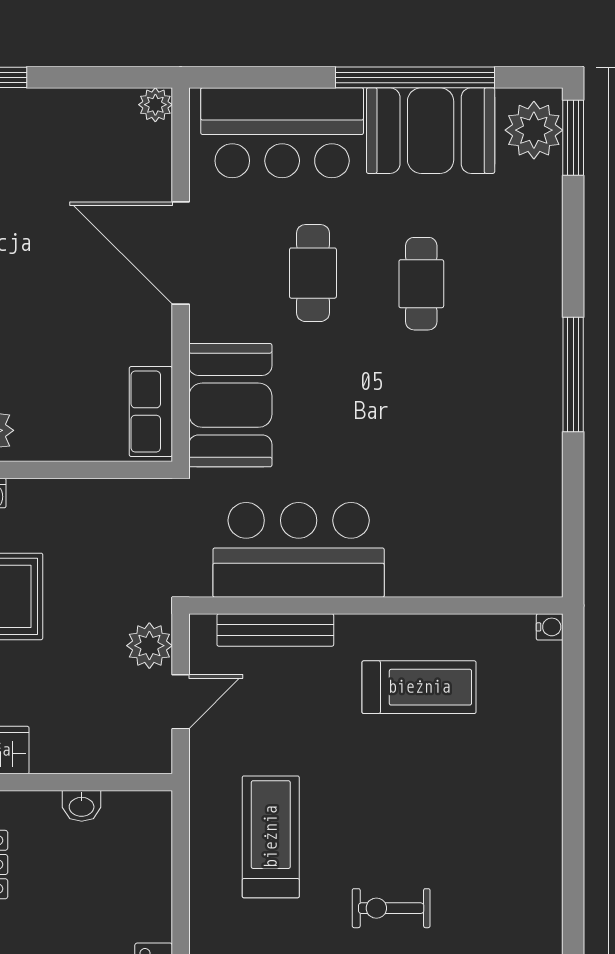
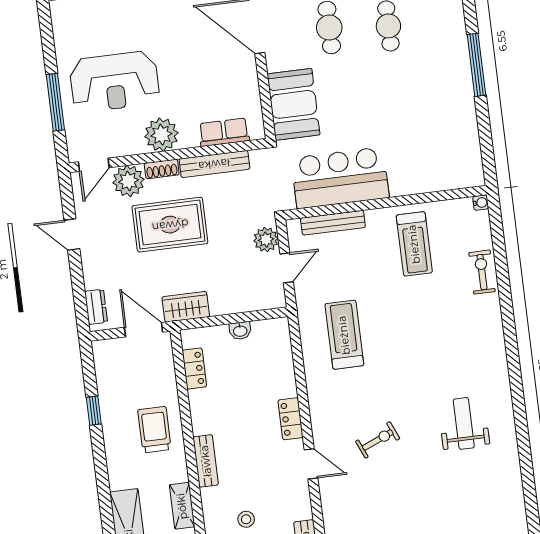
row of seats: (151, 412) -> (224, 132), moved, turned 90
bench: (73, 496) -> (214, 164), added
treadmill: (419, 687) -> (414, 244), turned 90
exercise bike: (391, 908) -> (482, 272), moved, turned 90

